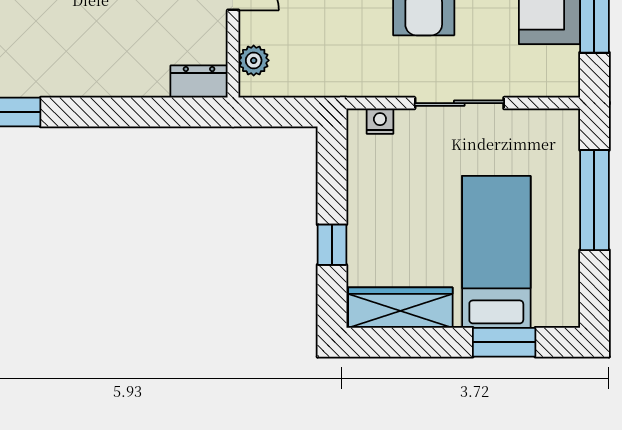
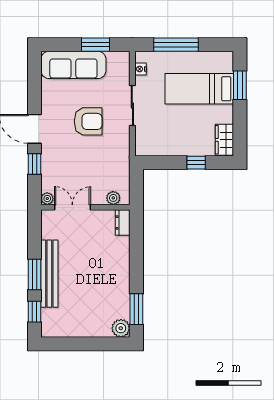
nightstand: (380, 121) -> (141, 69), moved
wardrobe: (400, 308) -> (224, 140), width x0.67

